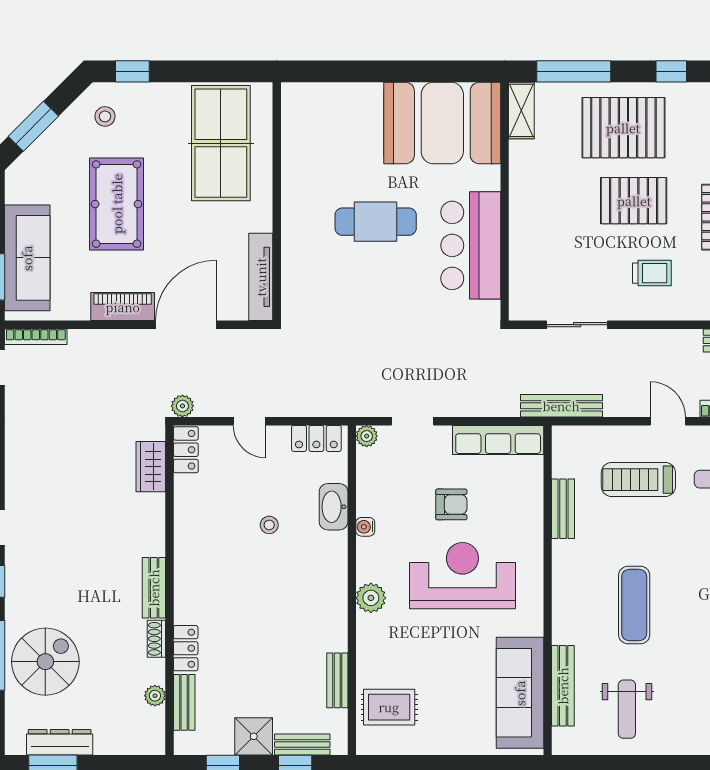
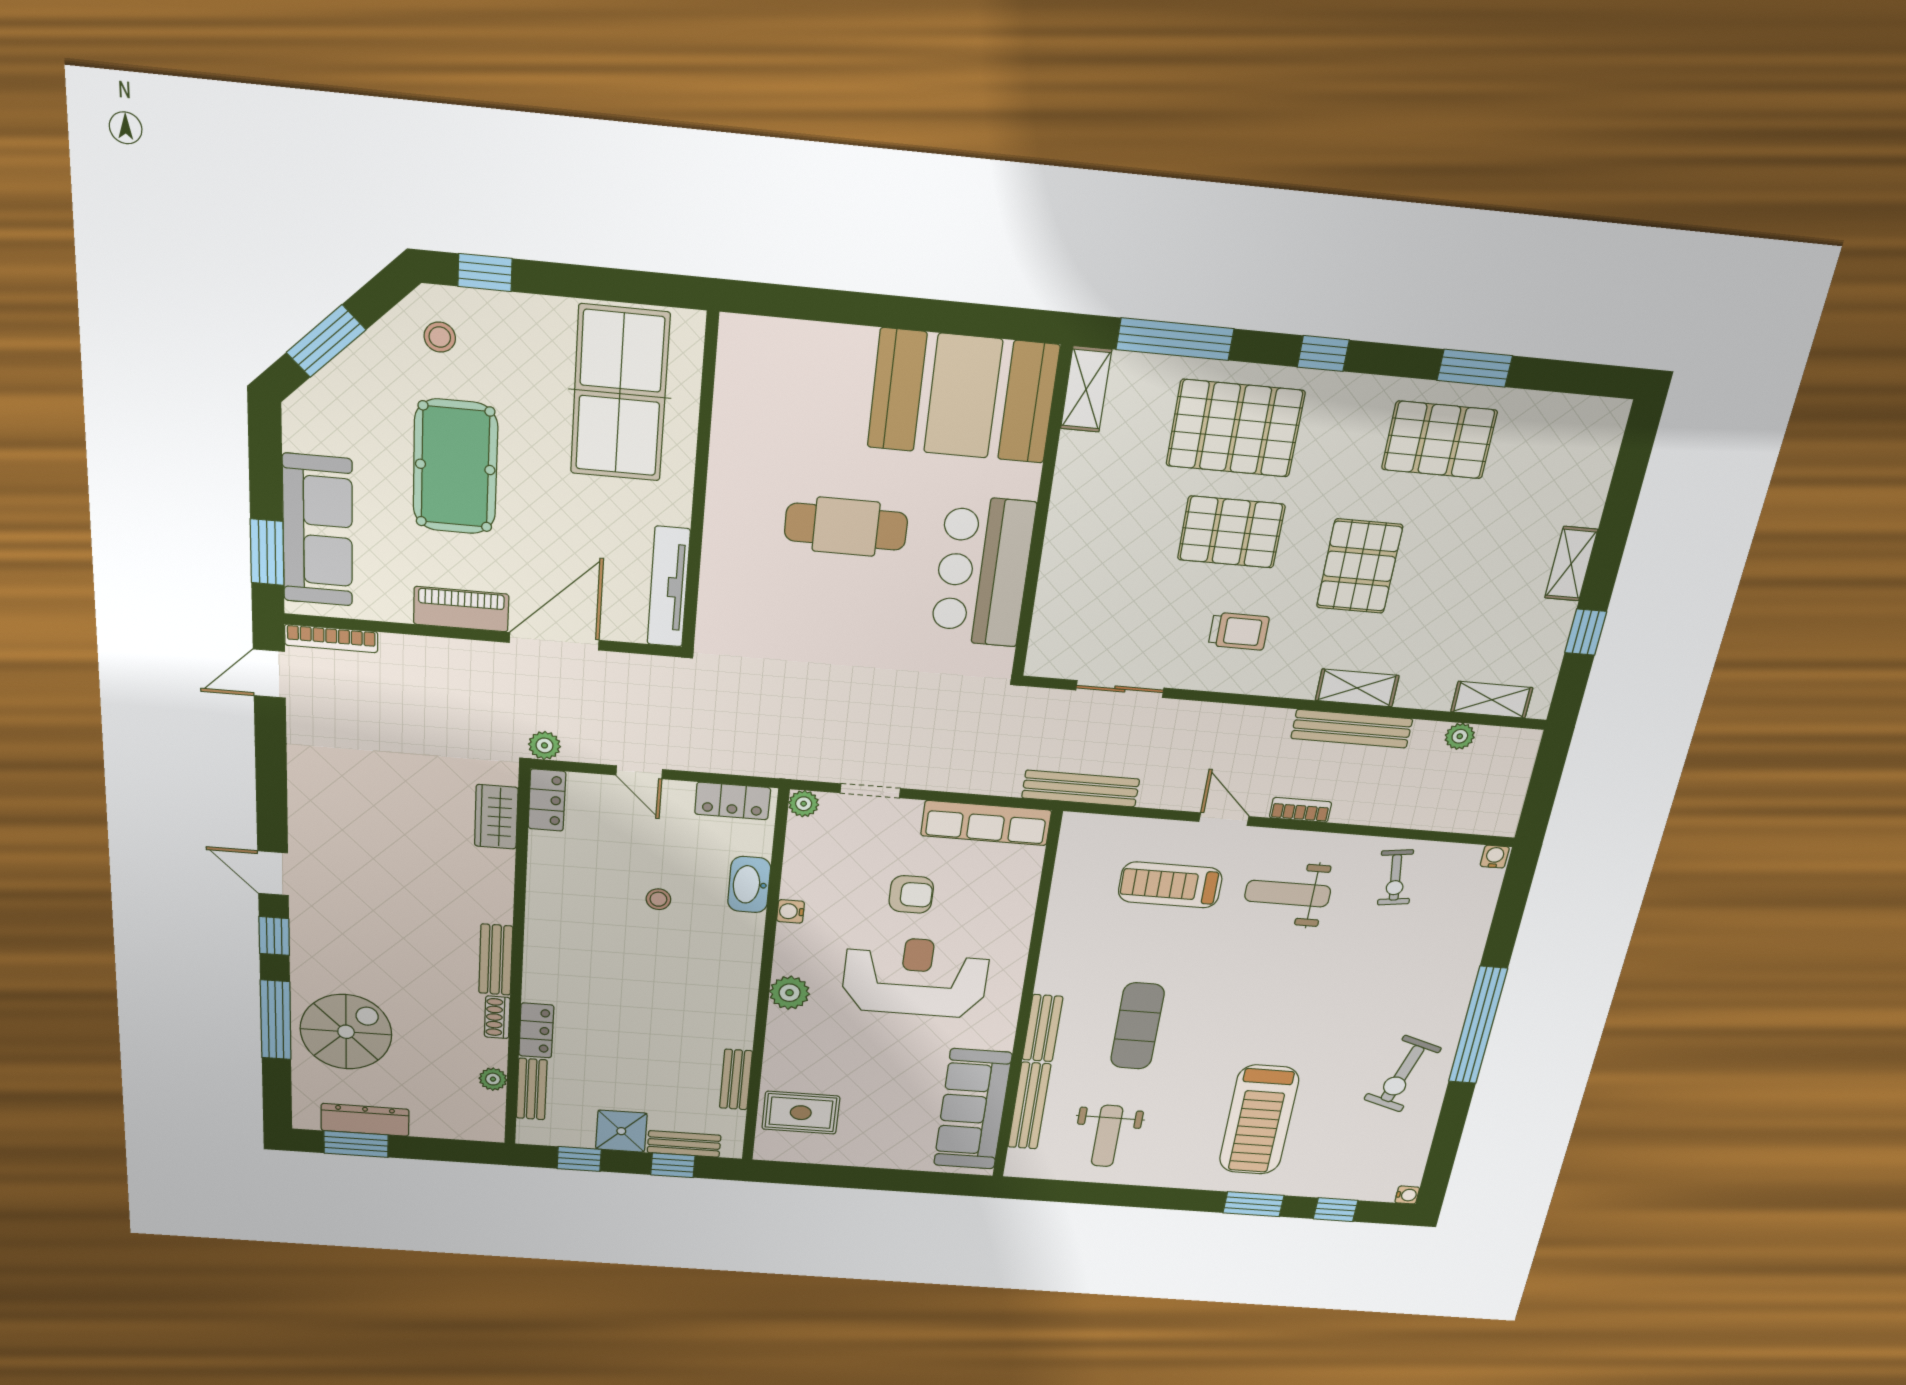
bench: (563, 509) -> (1042, 1028), moved

